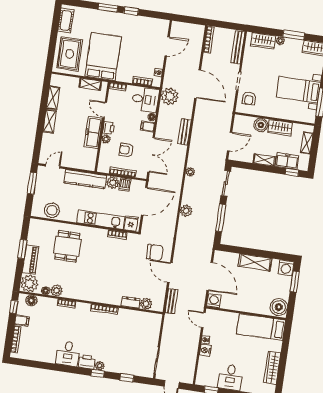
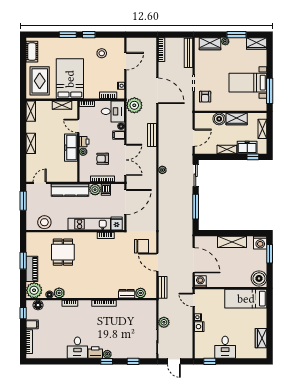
stool: (142, 34) -> (102, 53), added
shelving: (53, 98) -> (31, 111), moved
plant: (186, 211) -> (164, 322), moved
wardrobe: (272, 368) -> (261, 338), width x0.67

